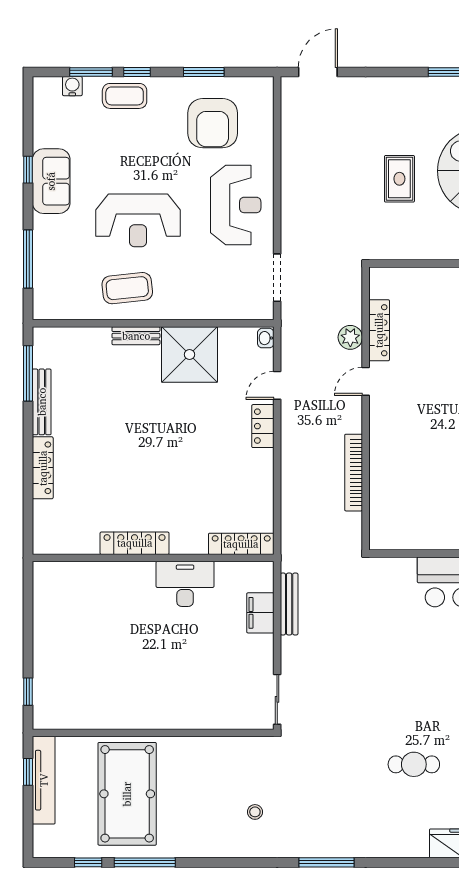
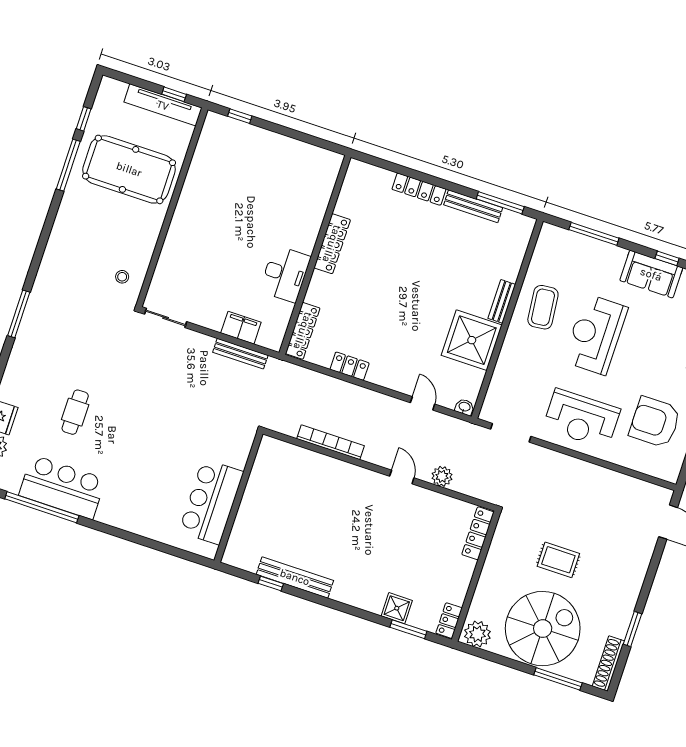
locker: (379, 330) -> (478, 533), moved, turned 90
locker: (263, 426) -> (350, 366), moved
stool: (255, 812) -> (122, 277), moved

